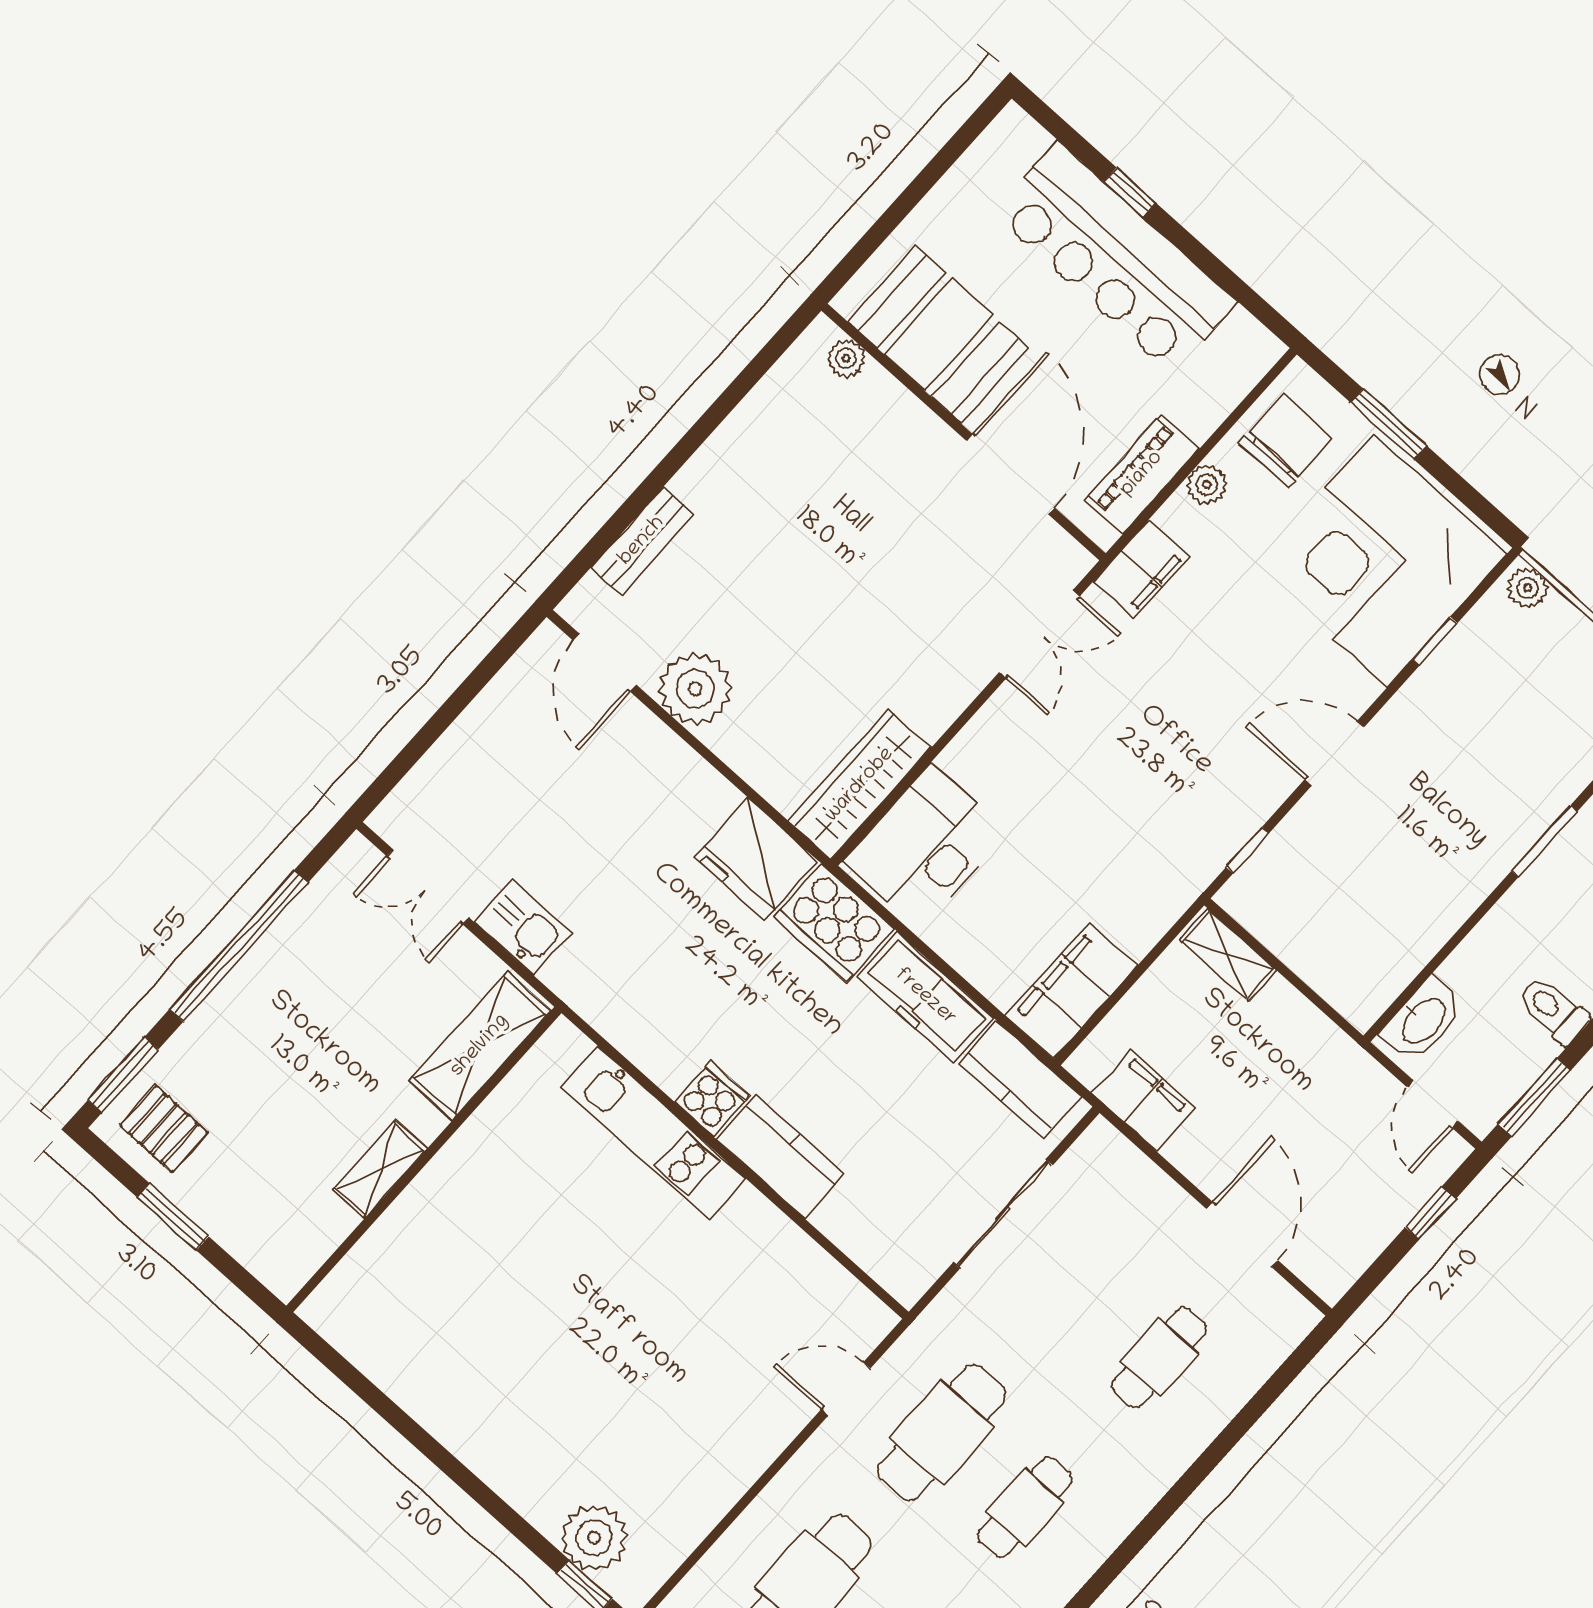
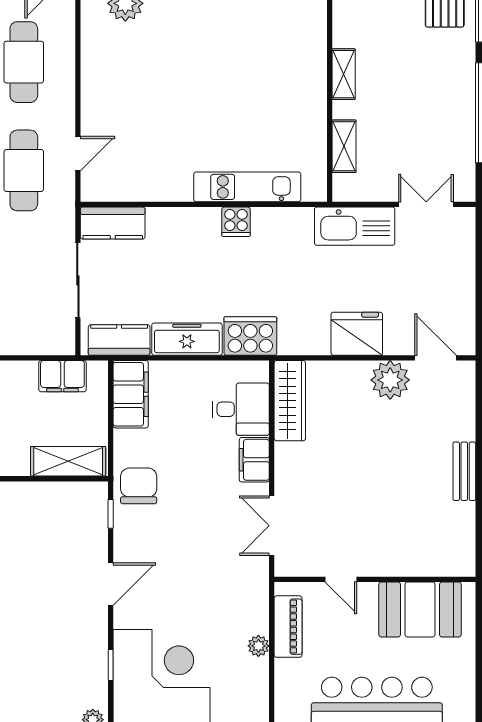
plant: (846, 358) -> (448, 567), removed
chair: (1286, 441) -> (139, 486), moved, turned 180
door: (1011, 474) -> (341, 579), width x0.53
bench: (642, 541) -> (464, 471), moved
filing cabinet: (1142, 569) -> (254, 460), moved
desk: (925, 847) -> (241, 409), width x0.73
fridge: (756, 859) -> (357, 334), moved
kitchen sink: (523, 927) -> (355, 226), width x1.87, depth x1.24
shelving: (1228, 955) -> (68, 461), width x1.50, depth x1.33
shelving: (480, 1046) -> (344, 146), width x0.67, depth x0.75
kitchen counter: (780, 1157) -> (113, 223), moved

